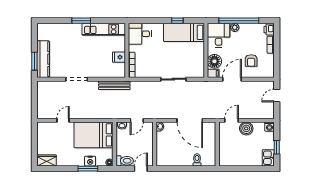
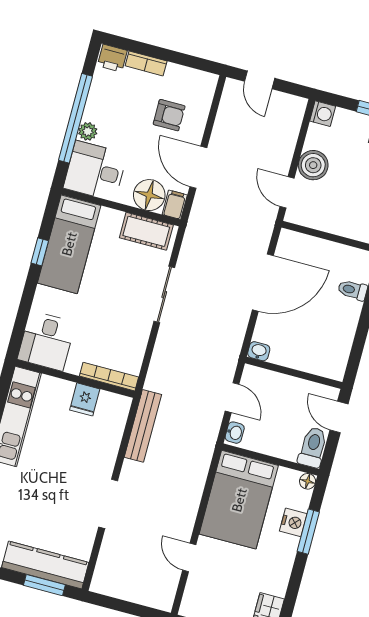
cot: (198, 64) -> (146, 231), added

